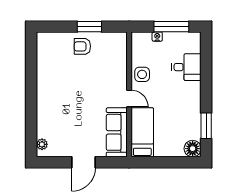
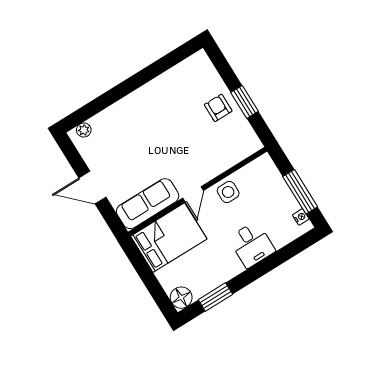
nightstand: (157, 37) -> (301, 217), moved
desk: (186, 67) -> (252, 244), moved
bed: (142, 132) -> (169, 238), width x1.50

